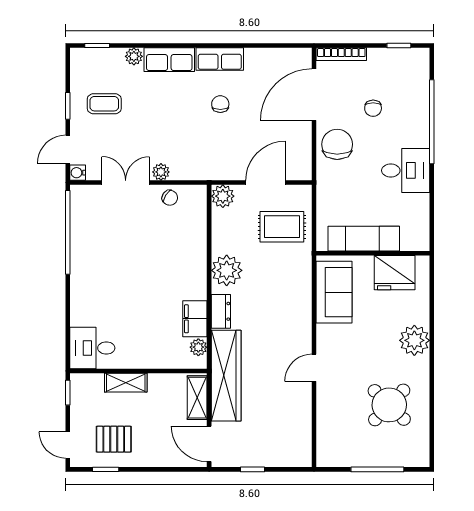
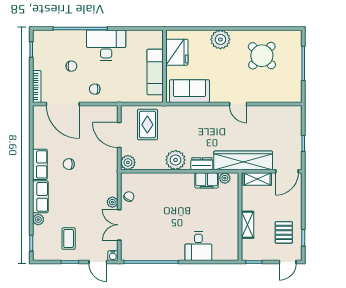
chair: (337, 144) -> (95, 89), width x0.54, depth x0.54
desk: (406, 170) -> (106, 45), width x1.37
desk: (92, 348) -> (198, 246), moved

